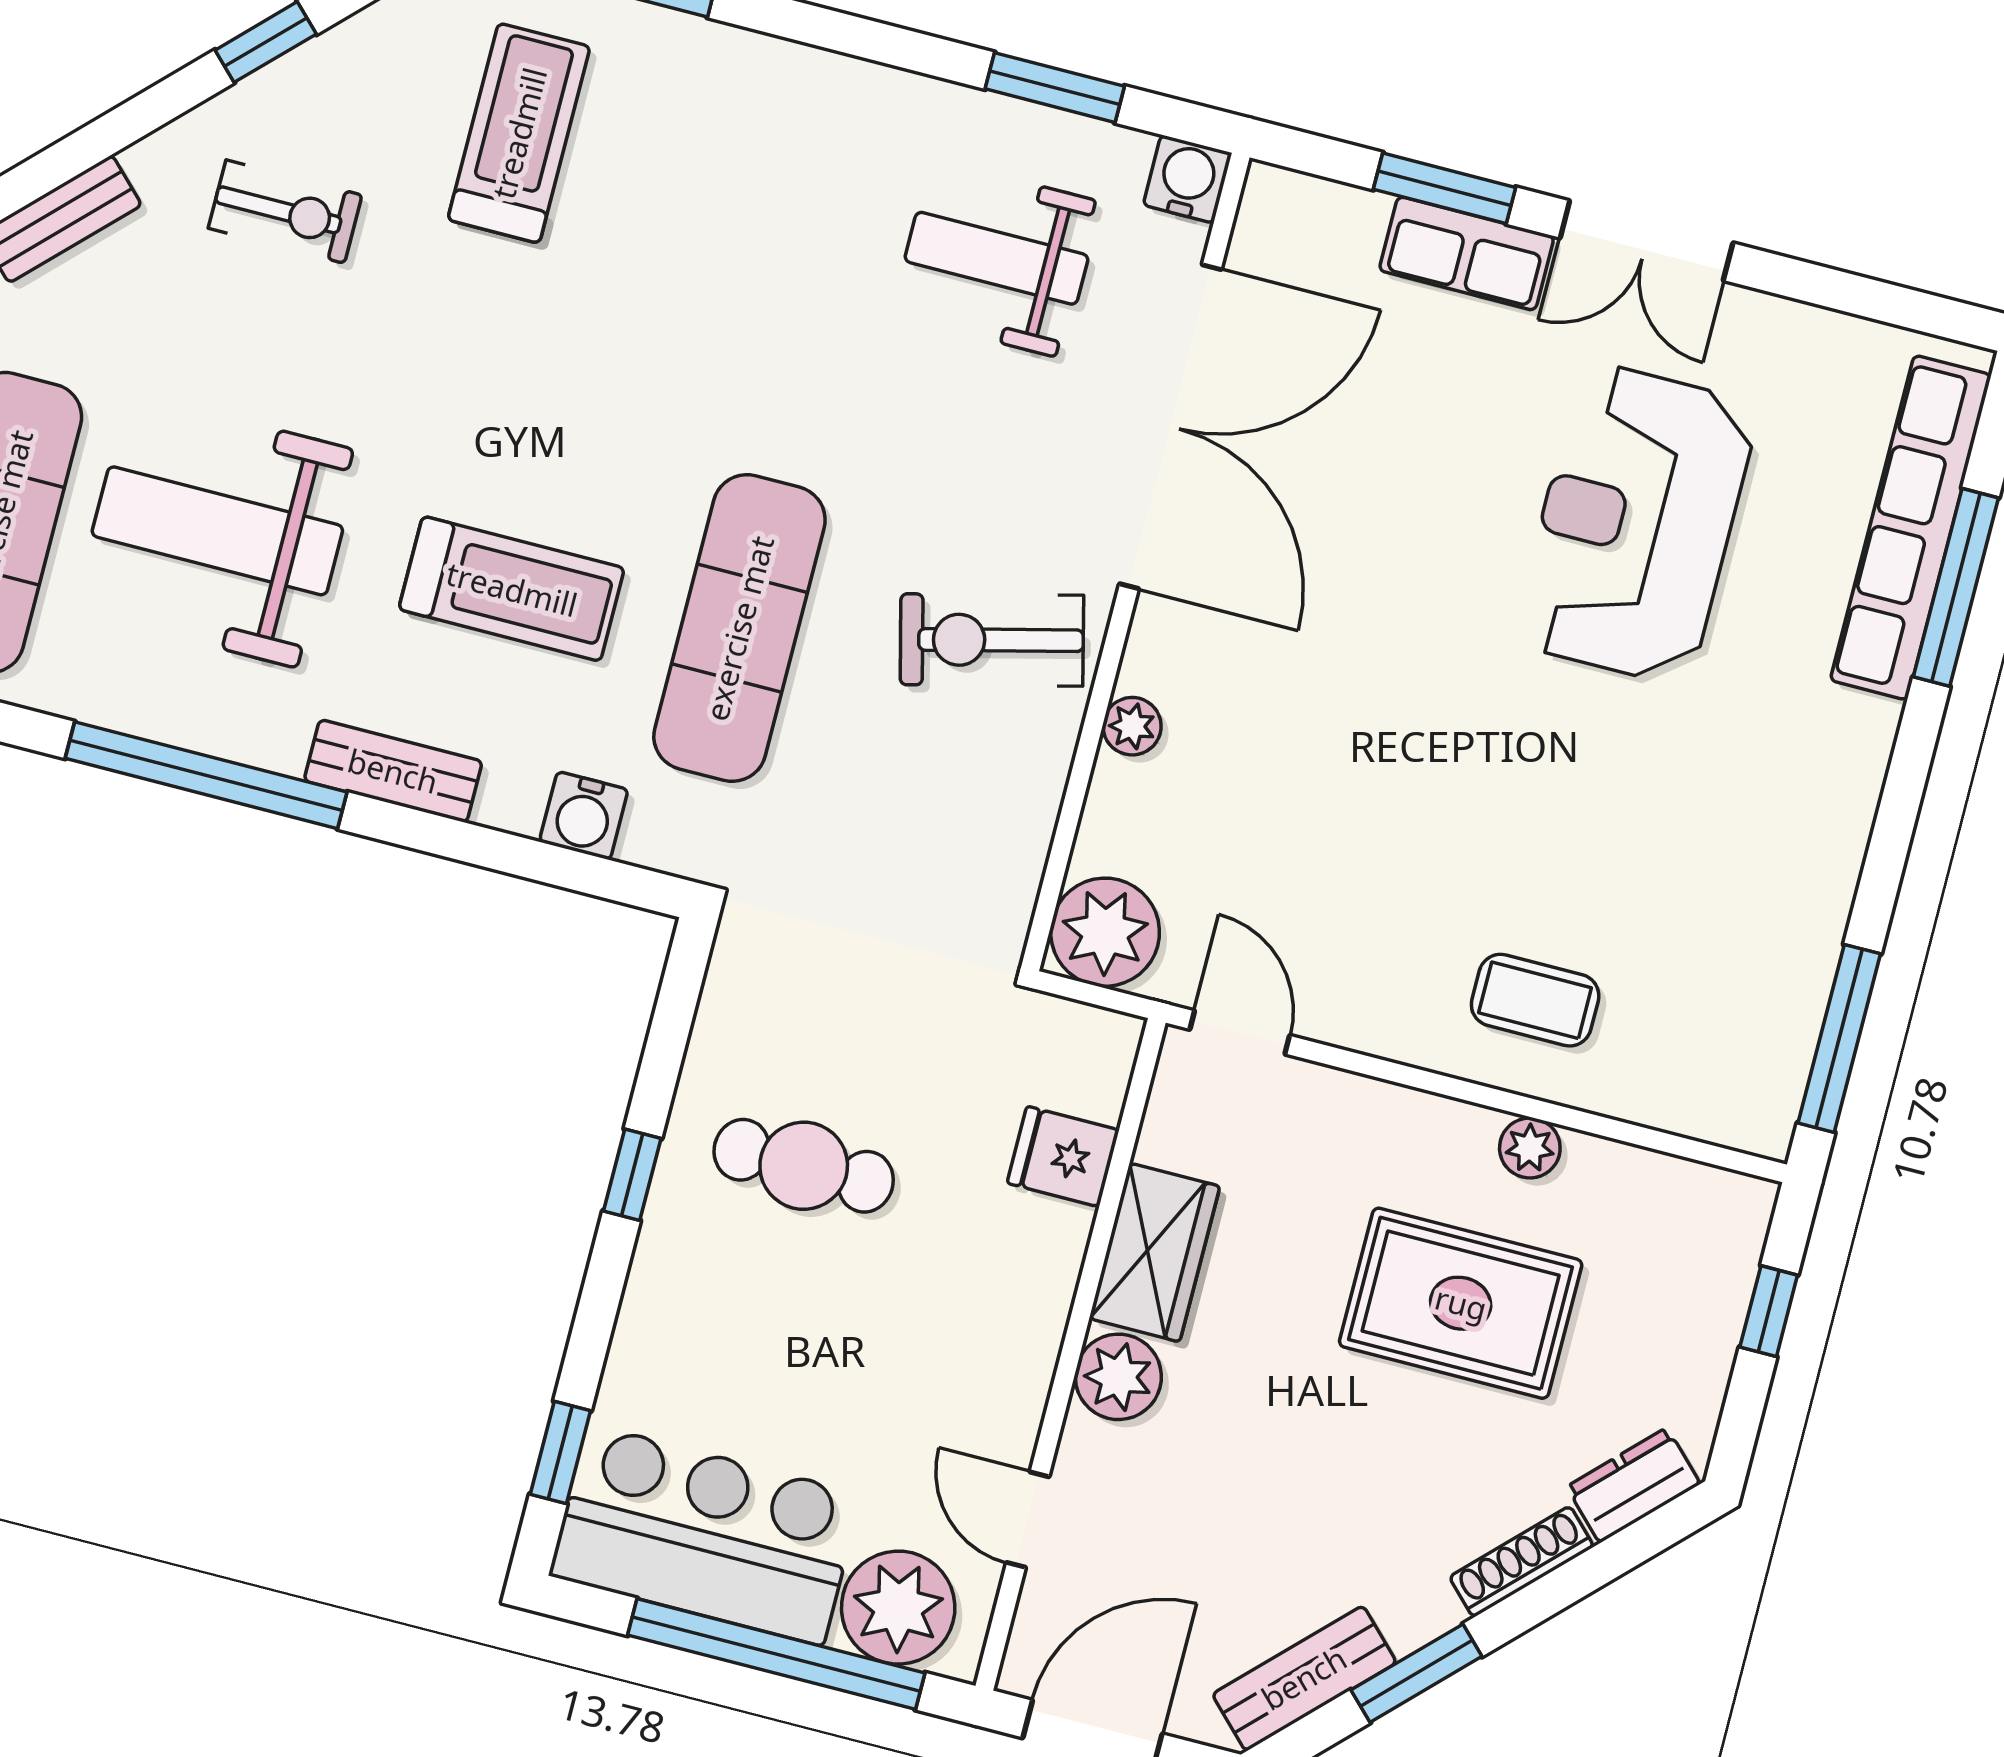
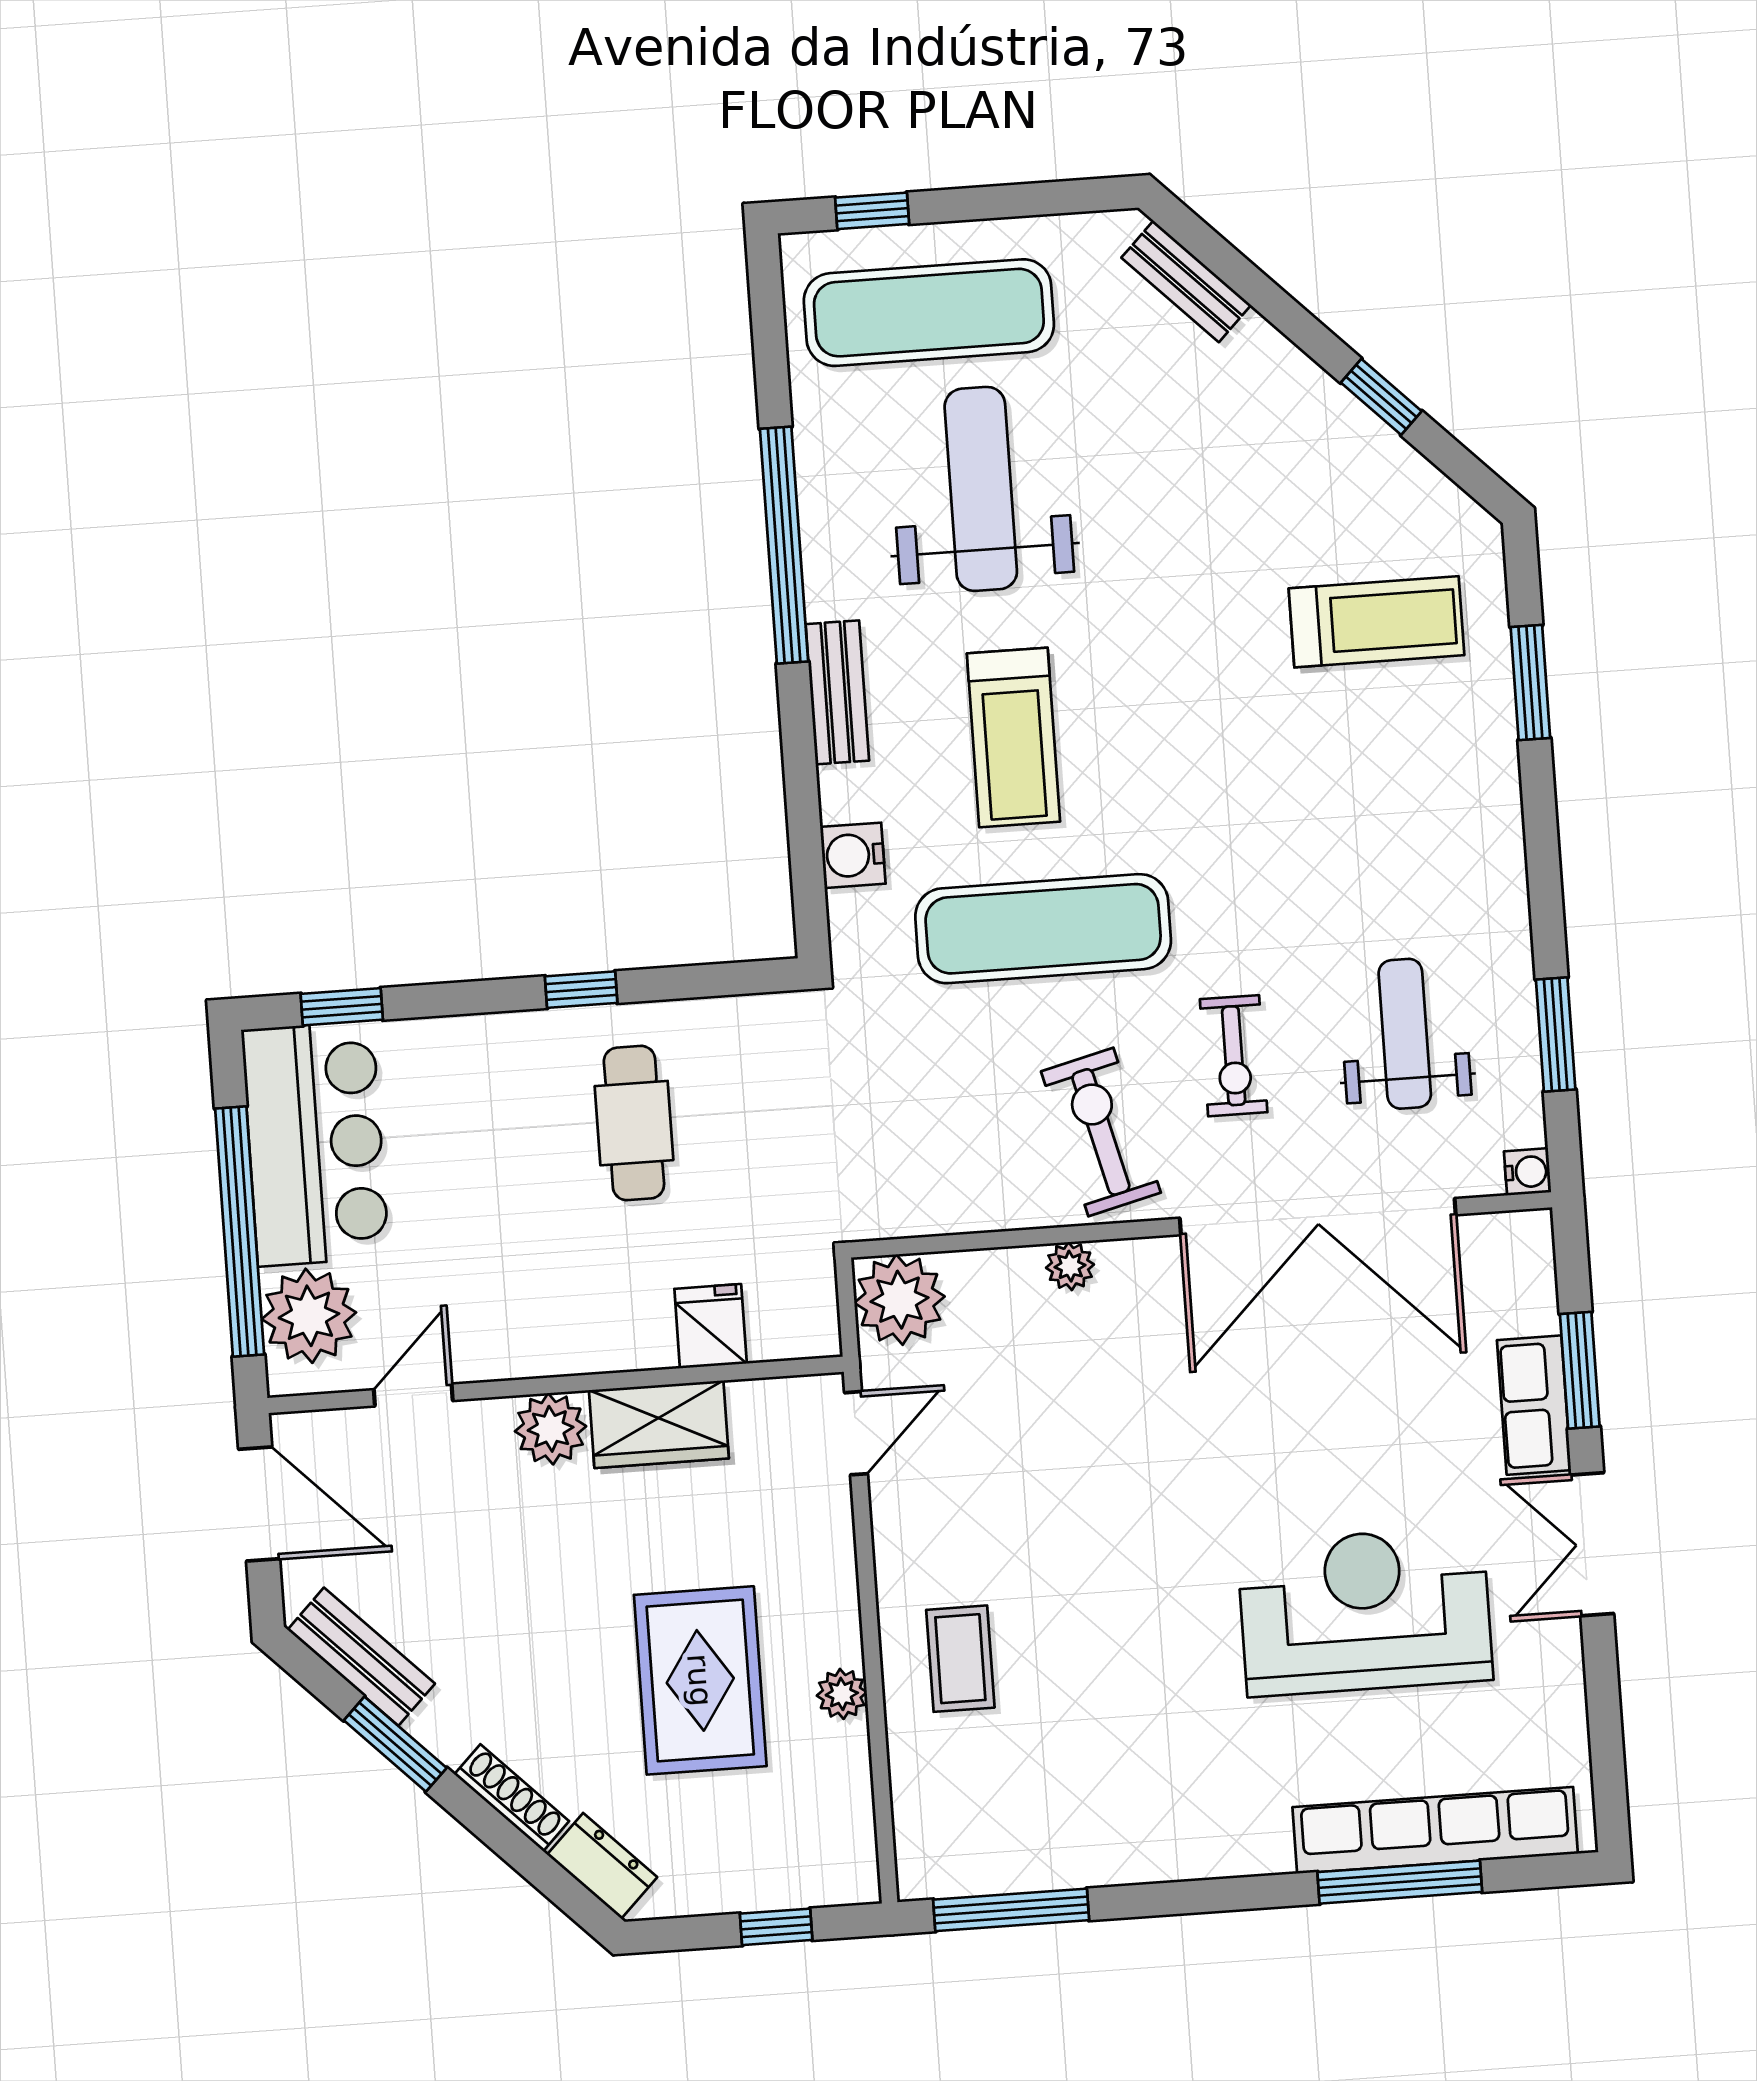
water cooler: (1187, 179) -> (1528, 1172), width x0.72, depth x0.72
exercise bike: (285, 212) -> (1234, 1056), moved

